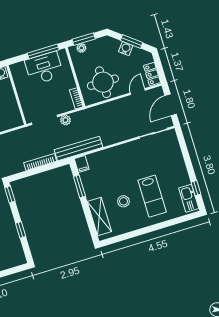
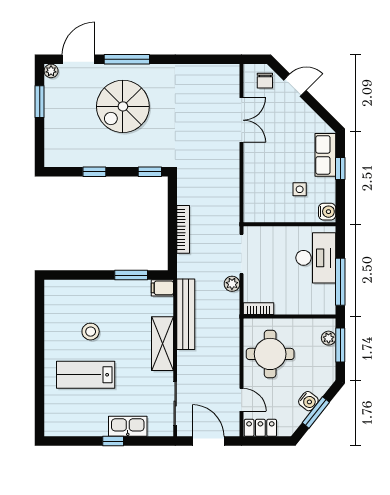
desk: (44, 68) -> (316, 258), moved
bench: (79, 148) -> (186, 314), moved
window: (196, 188) -> (113, 441), moved
kitchen sink: (189, 198) -> (128, 426), moved
shelving: (99, 216) -> (162, 344), moved, turned 90

